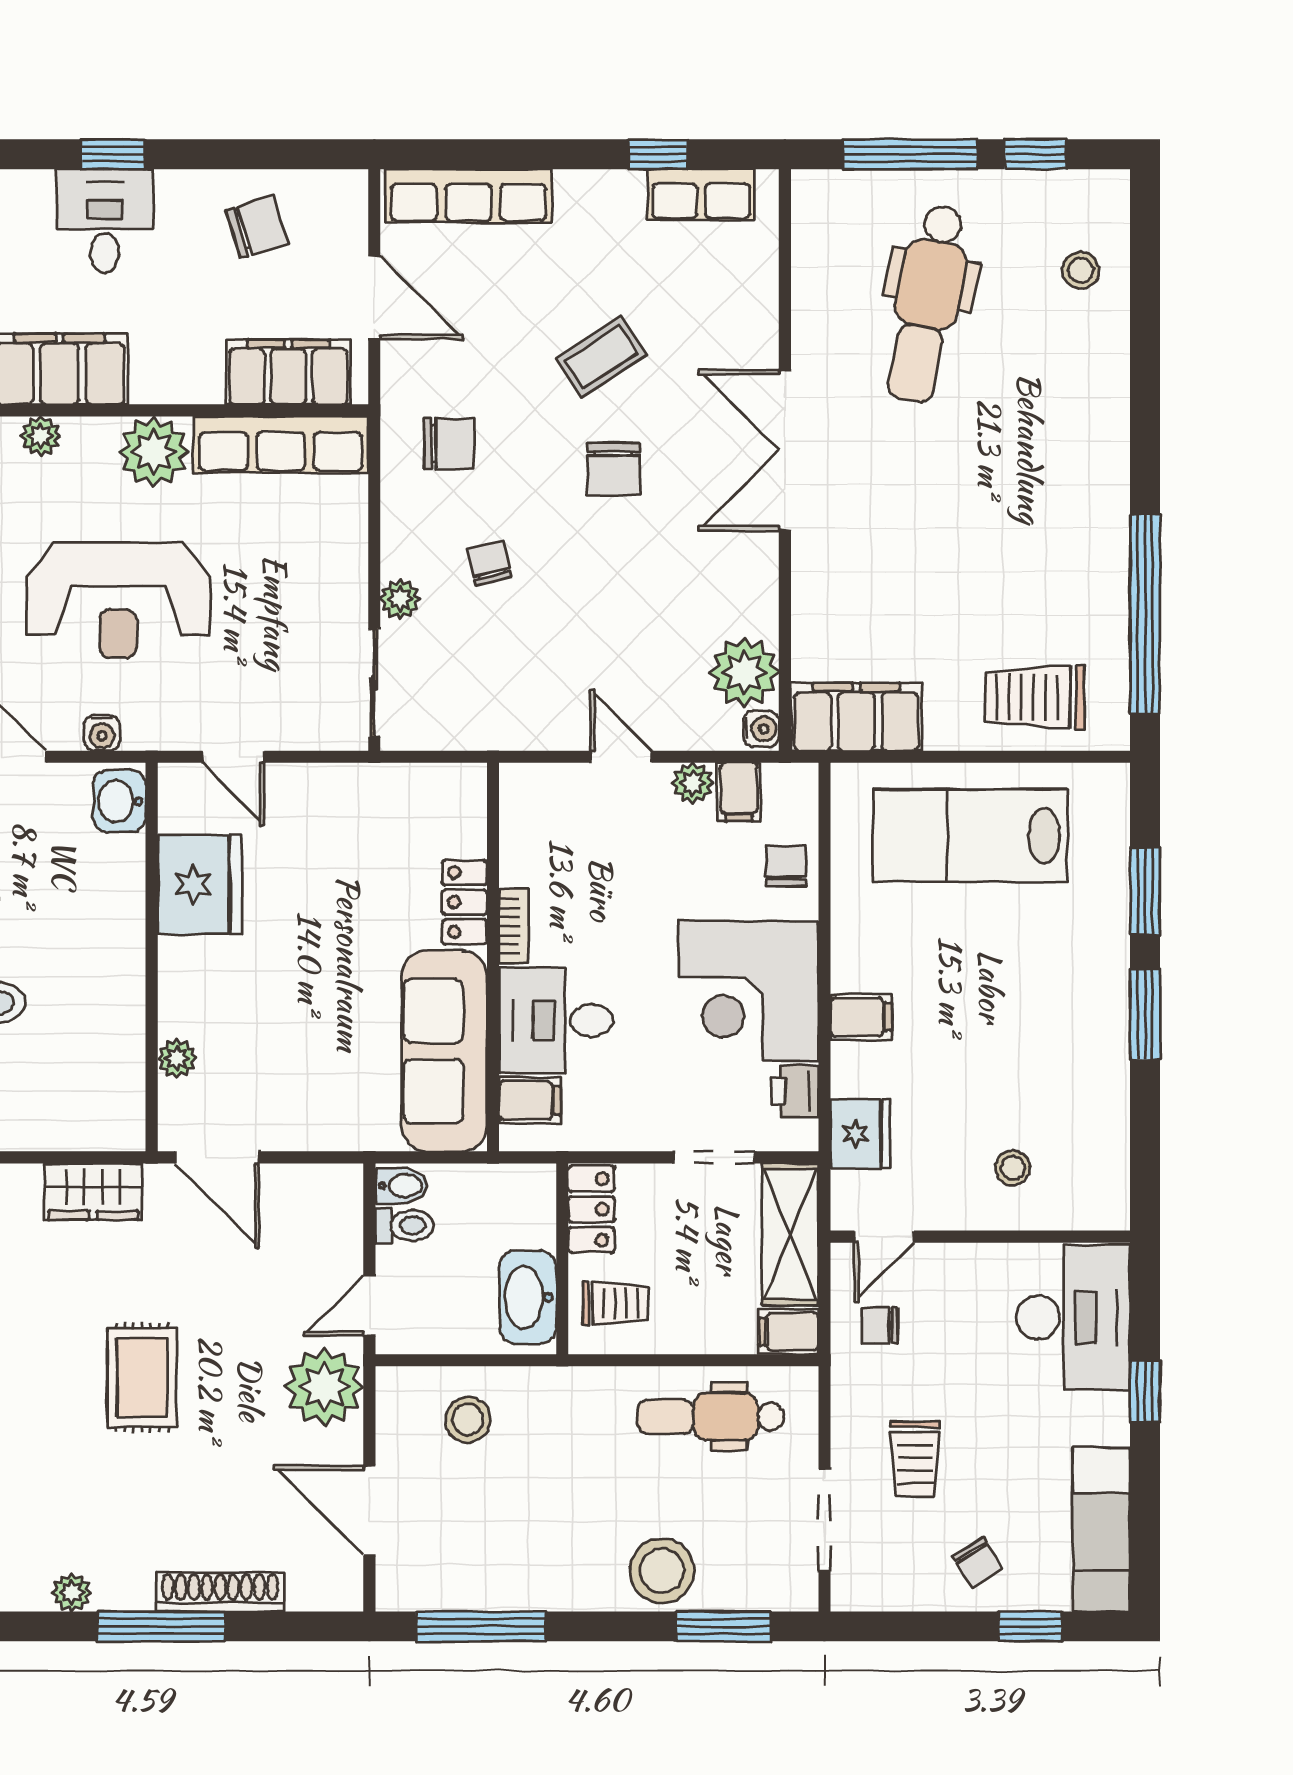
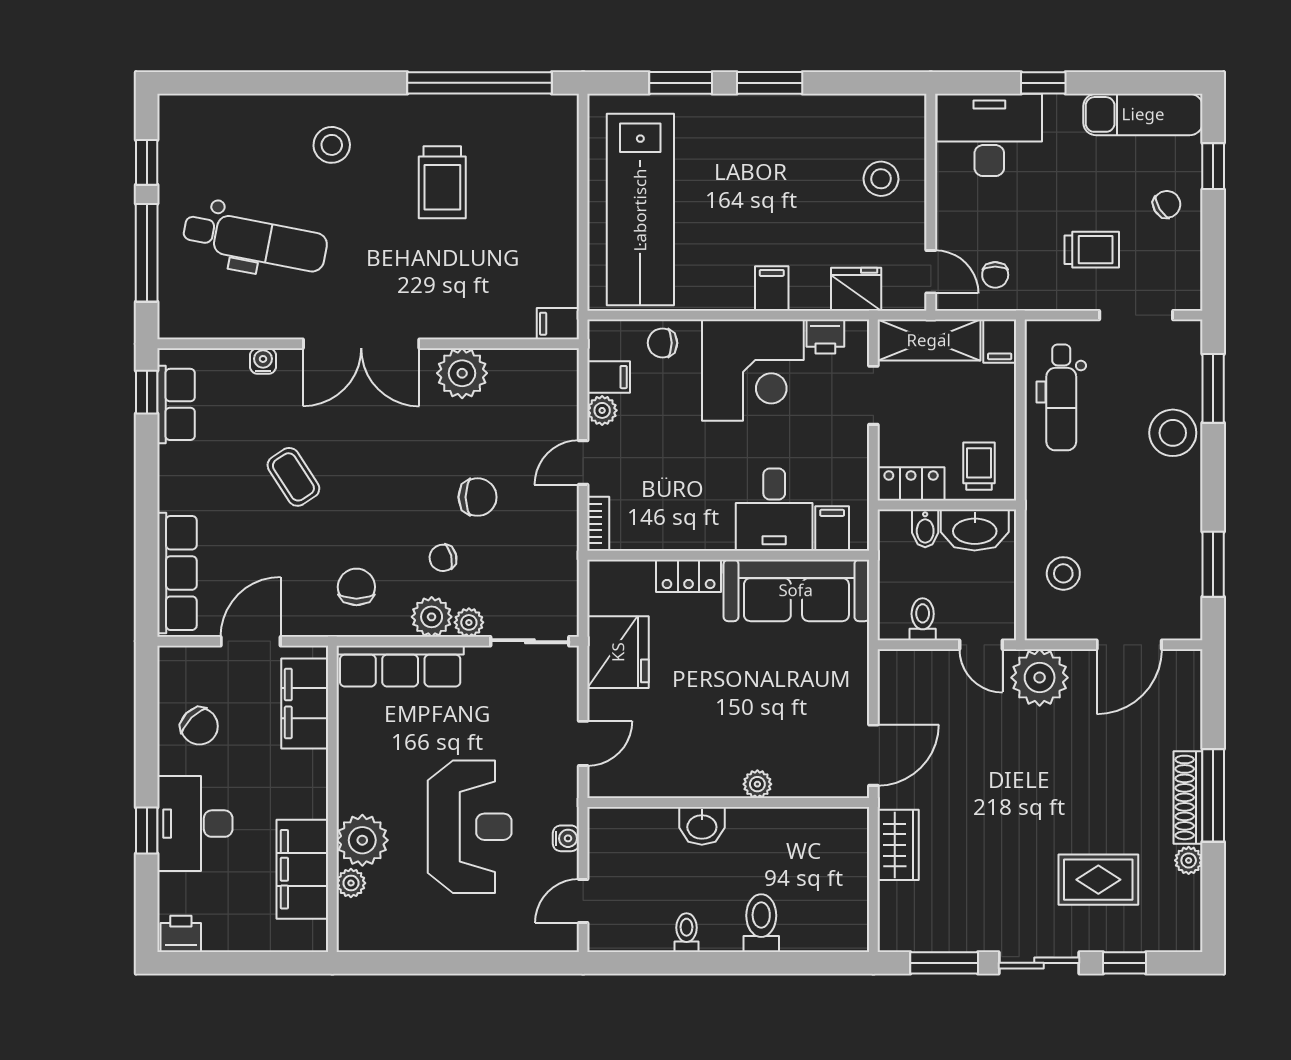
window: (658, 154) -> (147, 392), moved
desk: (105, 221) -> (195, 824), width x1.37
chair: (257, 227) -> (199, 726), turned 152
stool: (1081, 270) -> (332, 145), moved, width x1.37, depth x1.37
row of seats: (281, 445) -> (400, 666), moved, turned 90
plant: (154, 452) -> (362, 840), moved
chair: (613, 469) -> (478, 497), moved
plant: (408, 547) -> (432, 617), added
plant: (744, 672) -> (462, 373), moved
trolley: (1034, 697) -> (442, 182), moved
filing cabinet: (856, 717) -> (558, 324), width x0.33, depth x0.86
water cooler: (761, 729) -> (263, 361), moved
washbasin: (119, 801) -> (702, 826), moved
lab bench: (970, 836) -> (640, 210), width x1.36
fridge: (200, 884) -> (618, 652), moved, turned 90
bookcase: (514, 926) -> (598, 524), moved, turned 90
plant: (177, 1058) -> (757, 784), moved
stool: (1013, 1168) -> (881, 179), width x1.37, depth x1.37
bidet: (402, 1186) -> (925, 528), moved, turned 180
rug: (142, 1378) -> (1098, 880), moved
shoe rack: (220, 1592) -> (1188, 797), moved
window: (481, 1626) -> (1213, 564), width x0.69

